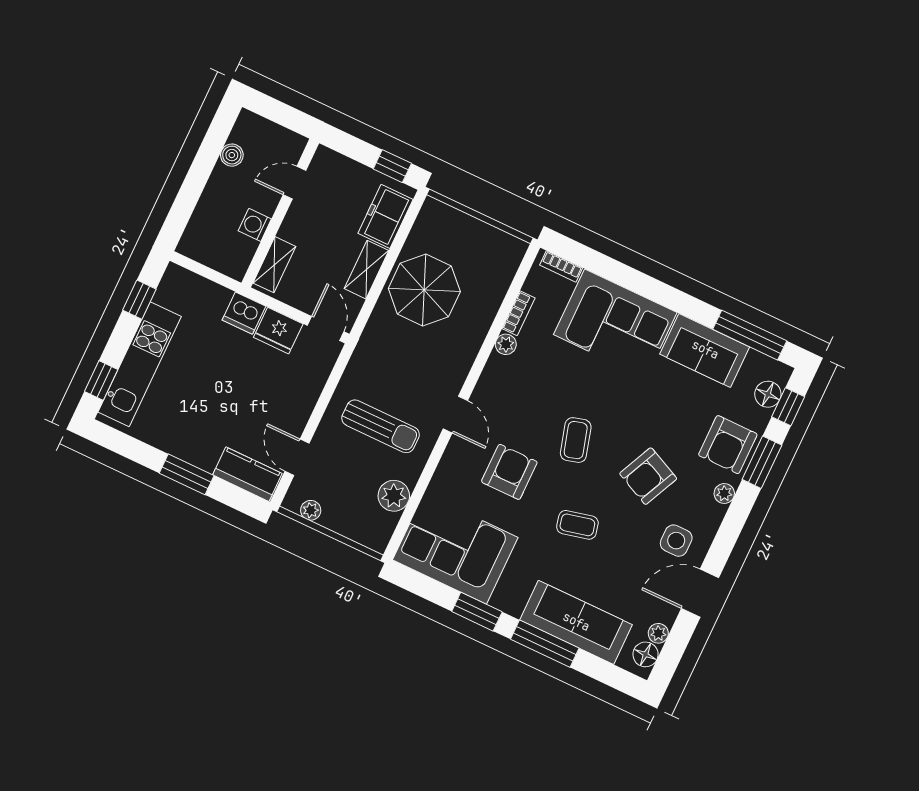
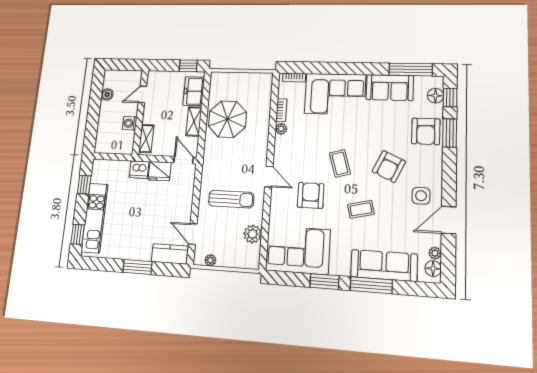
plant: (724, 494) -> (436, 159), removed

